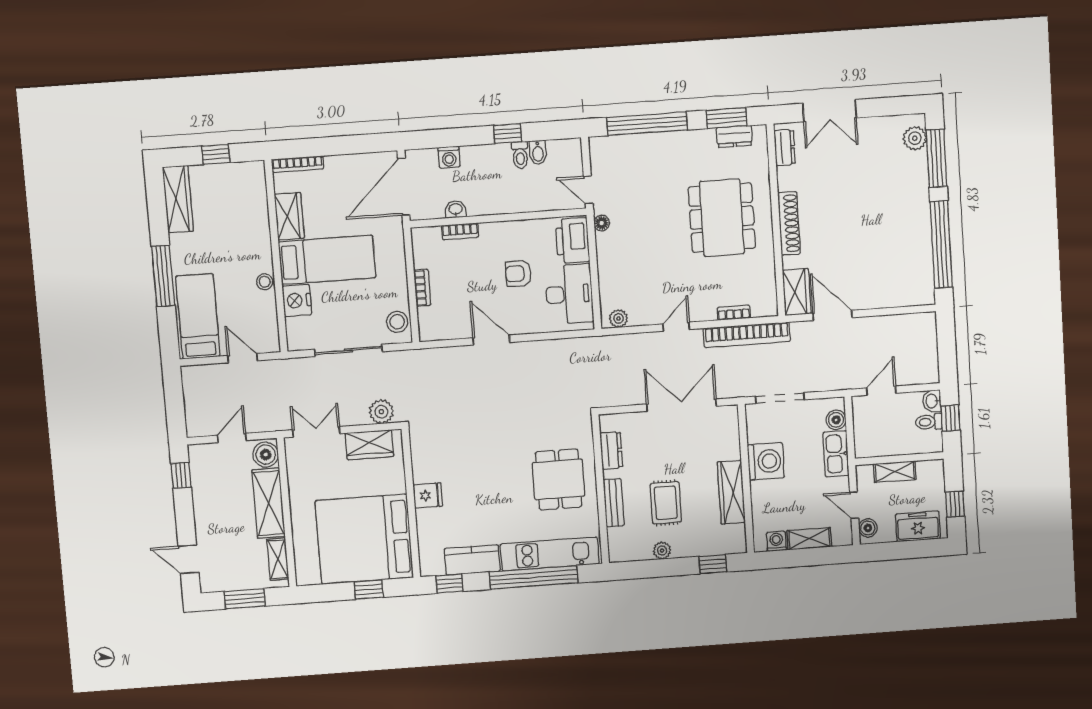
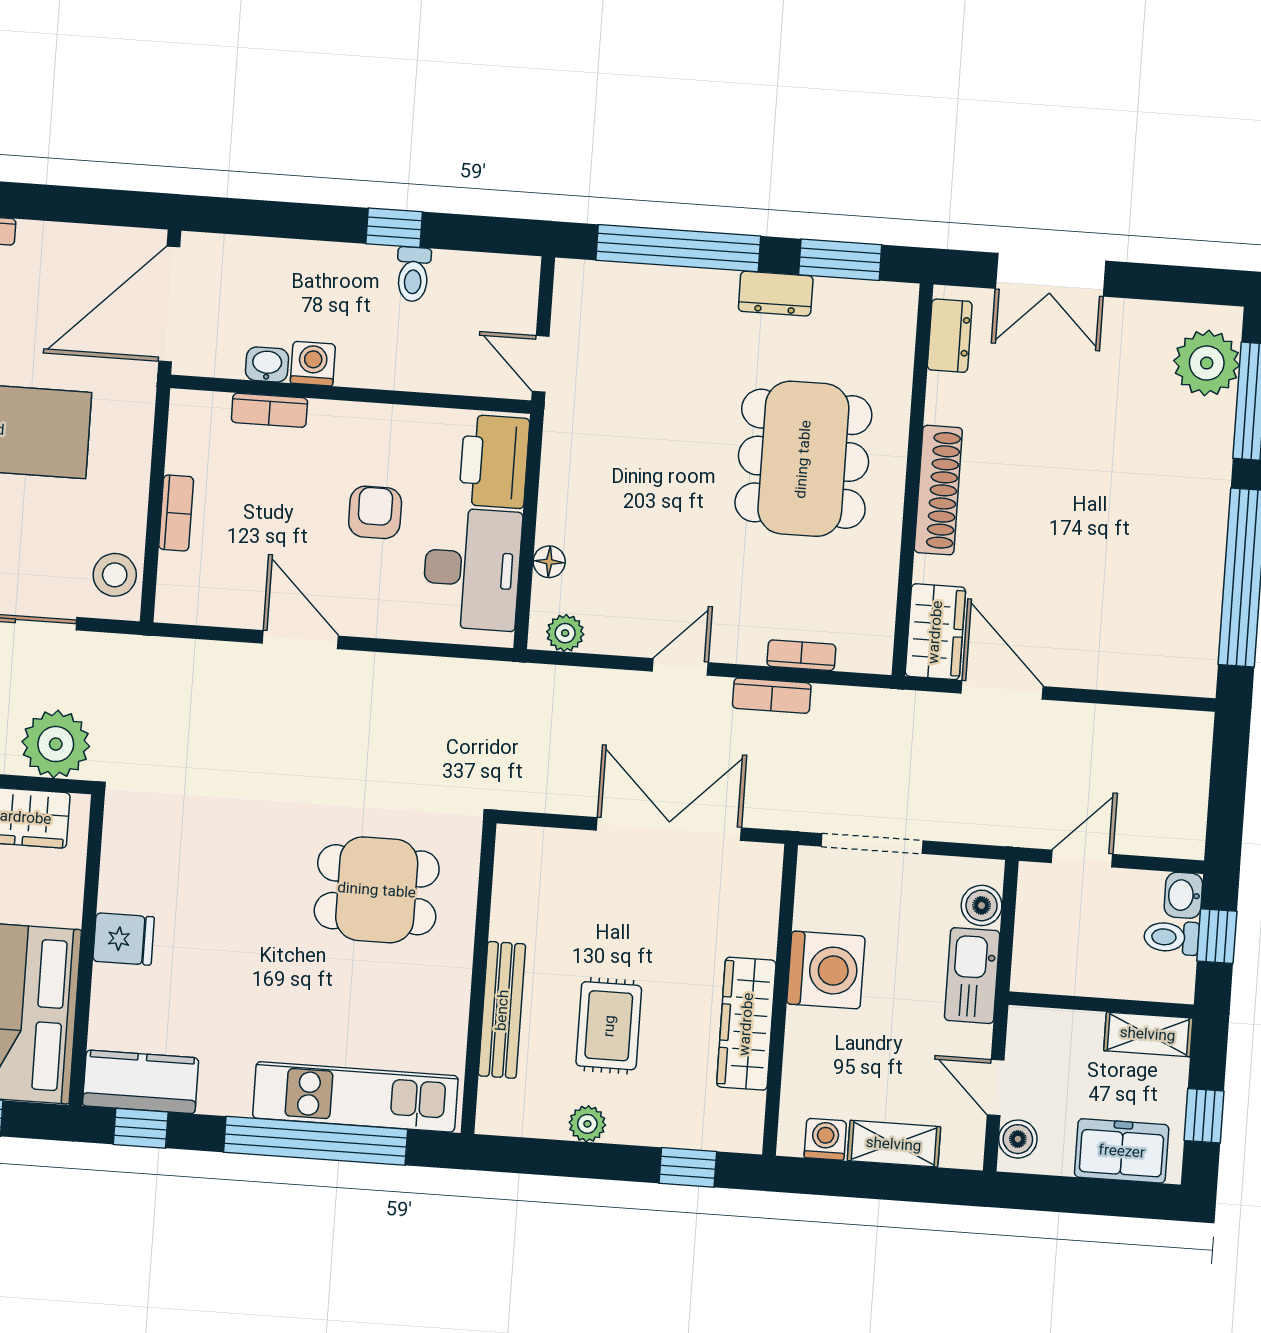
dresser: (734, 136) -> (776, 294), moved
plant: (915, 138) -> (1207, 363), width x1.36, depth x1.36
bidet: (538, 152) -> (450, 274), removed
washing machine: (449, 157) -> (313, 364), moved, turned 180
floor lamp: (602, 223) -> (549, 562), moved
armchair: (518, 273) -> (375, 512), turned 90
bookcase: (747, 335) -> (772, 696), width x0.43, depth x0.76
plant: (381, 412) -> (56, 744), width x1.36, depth x1.36
dresser: (611, 450) -> (512, 901), removed
shelving: (895, 472) -> (1148, 1034), moved
dining table: (559, 479) -> (377, 890), moved, turned 90
bench: (614, 503) -> (502, 1010), width x1.36
kitchen counter: (472, 560) -> (141, 1082), moved

